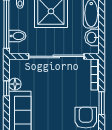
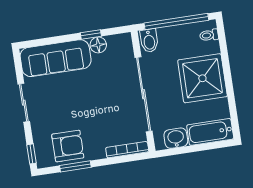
bidet: (17, 36) -> (149, 41), moved
window: (102, 103) -> (75, 166), moved

